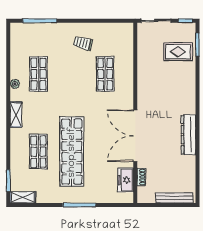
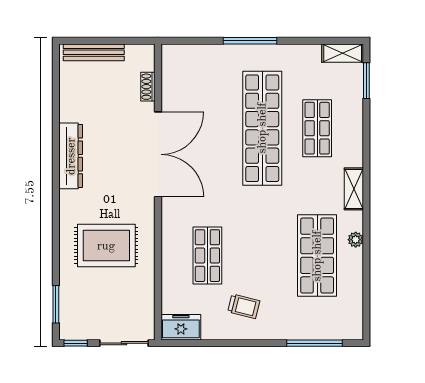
rug: (178, 52) -> (106, 246), moved, width x1.36, depth x1.43
shop shelf: (38, 74) -> (317, 256), width x1.43, depth x1.36
freezer: (126, 180) -> (181, 327), moved, turned -90

